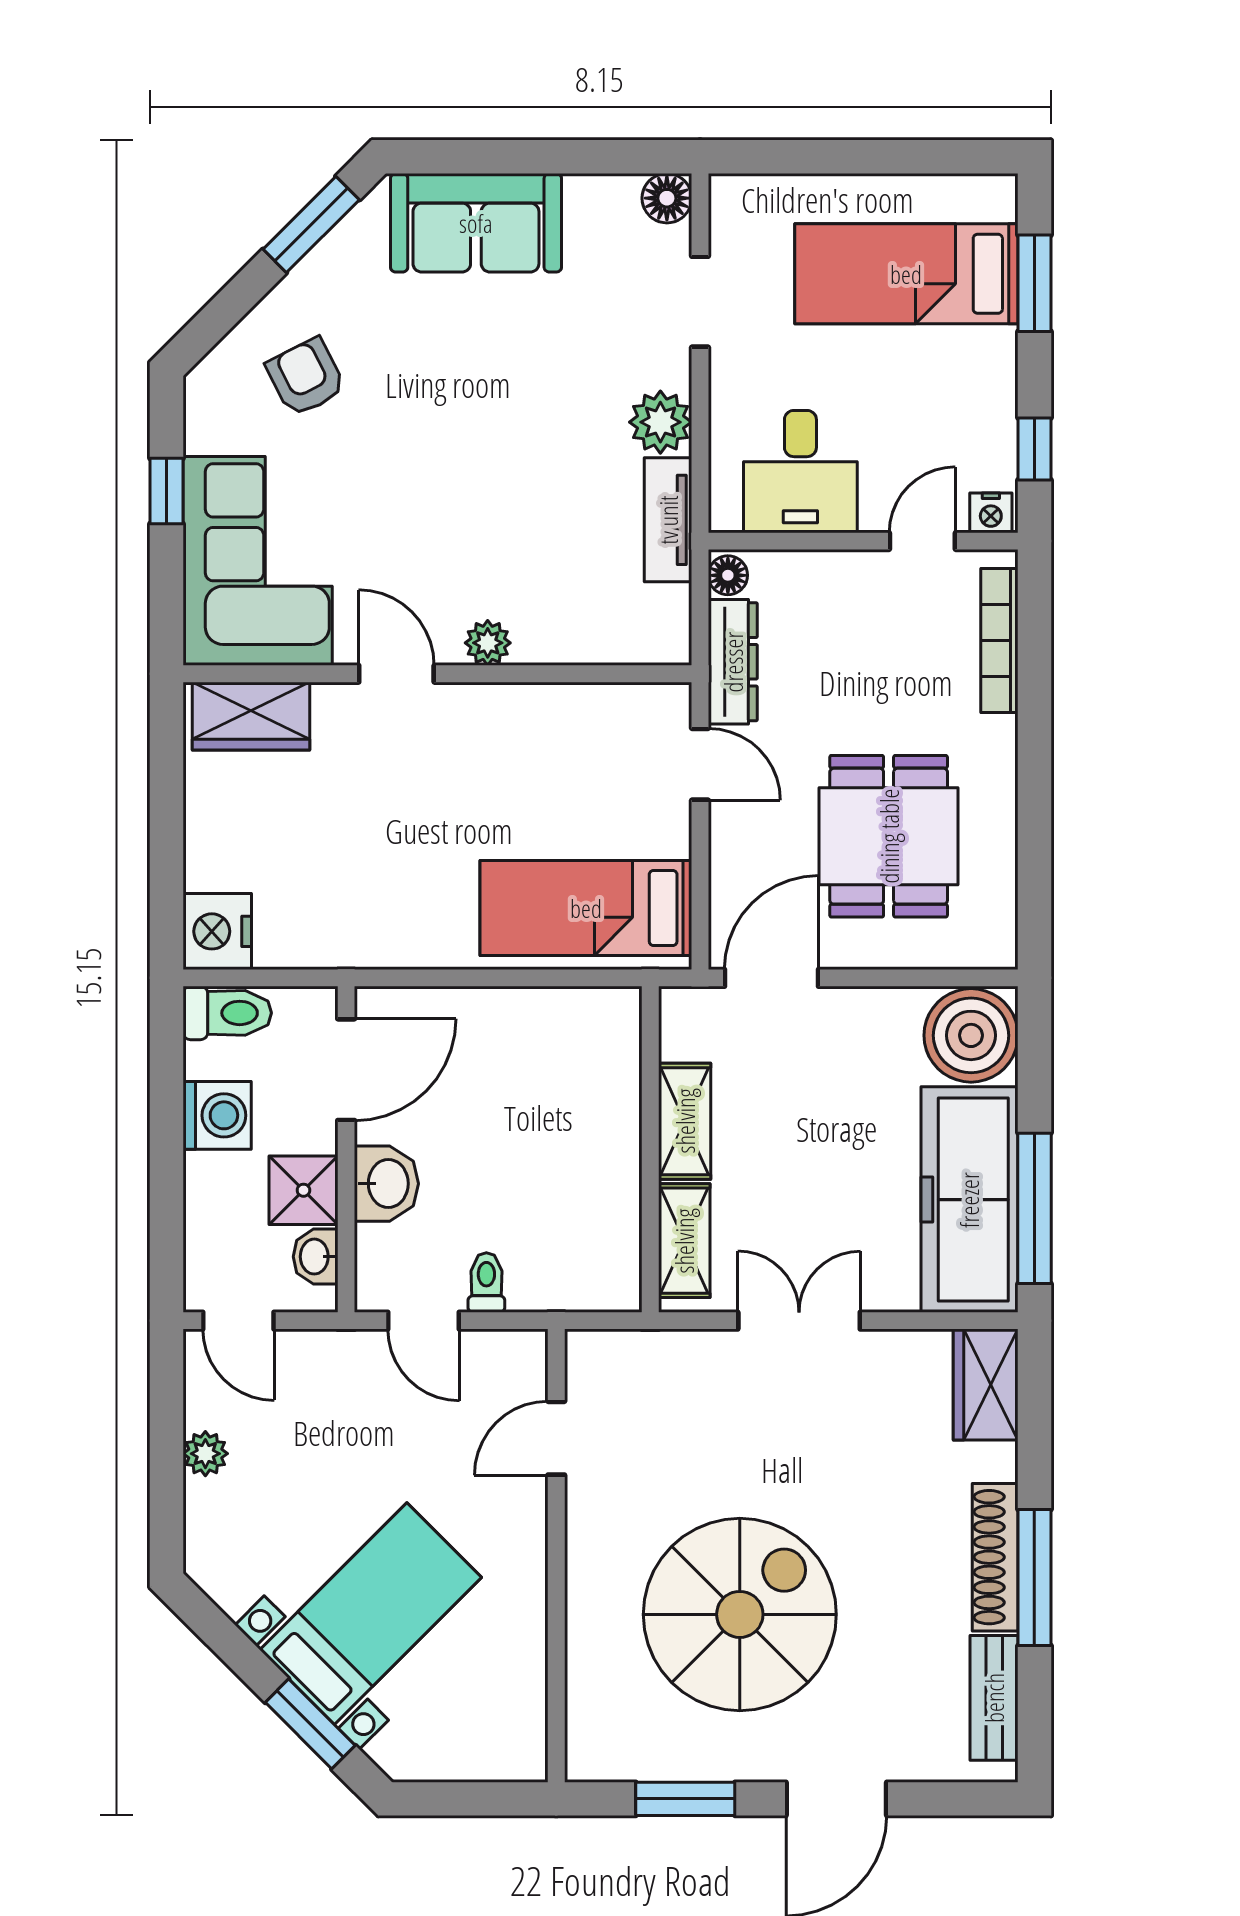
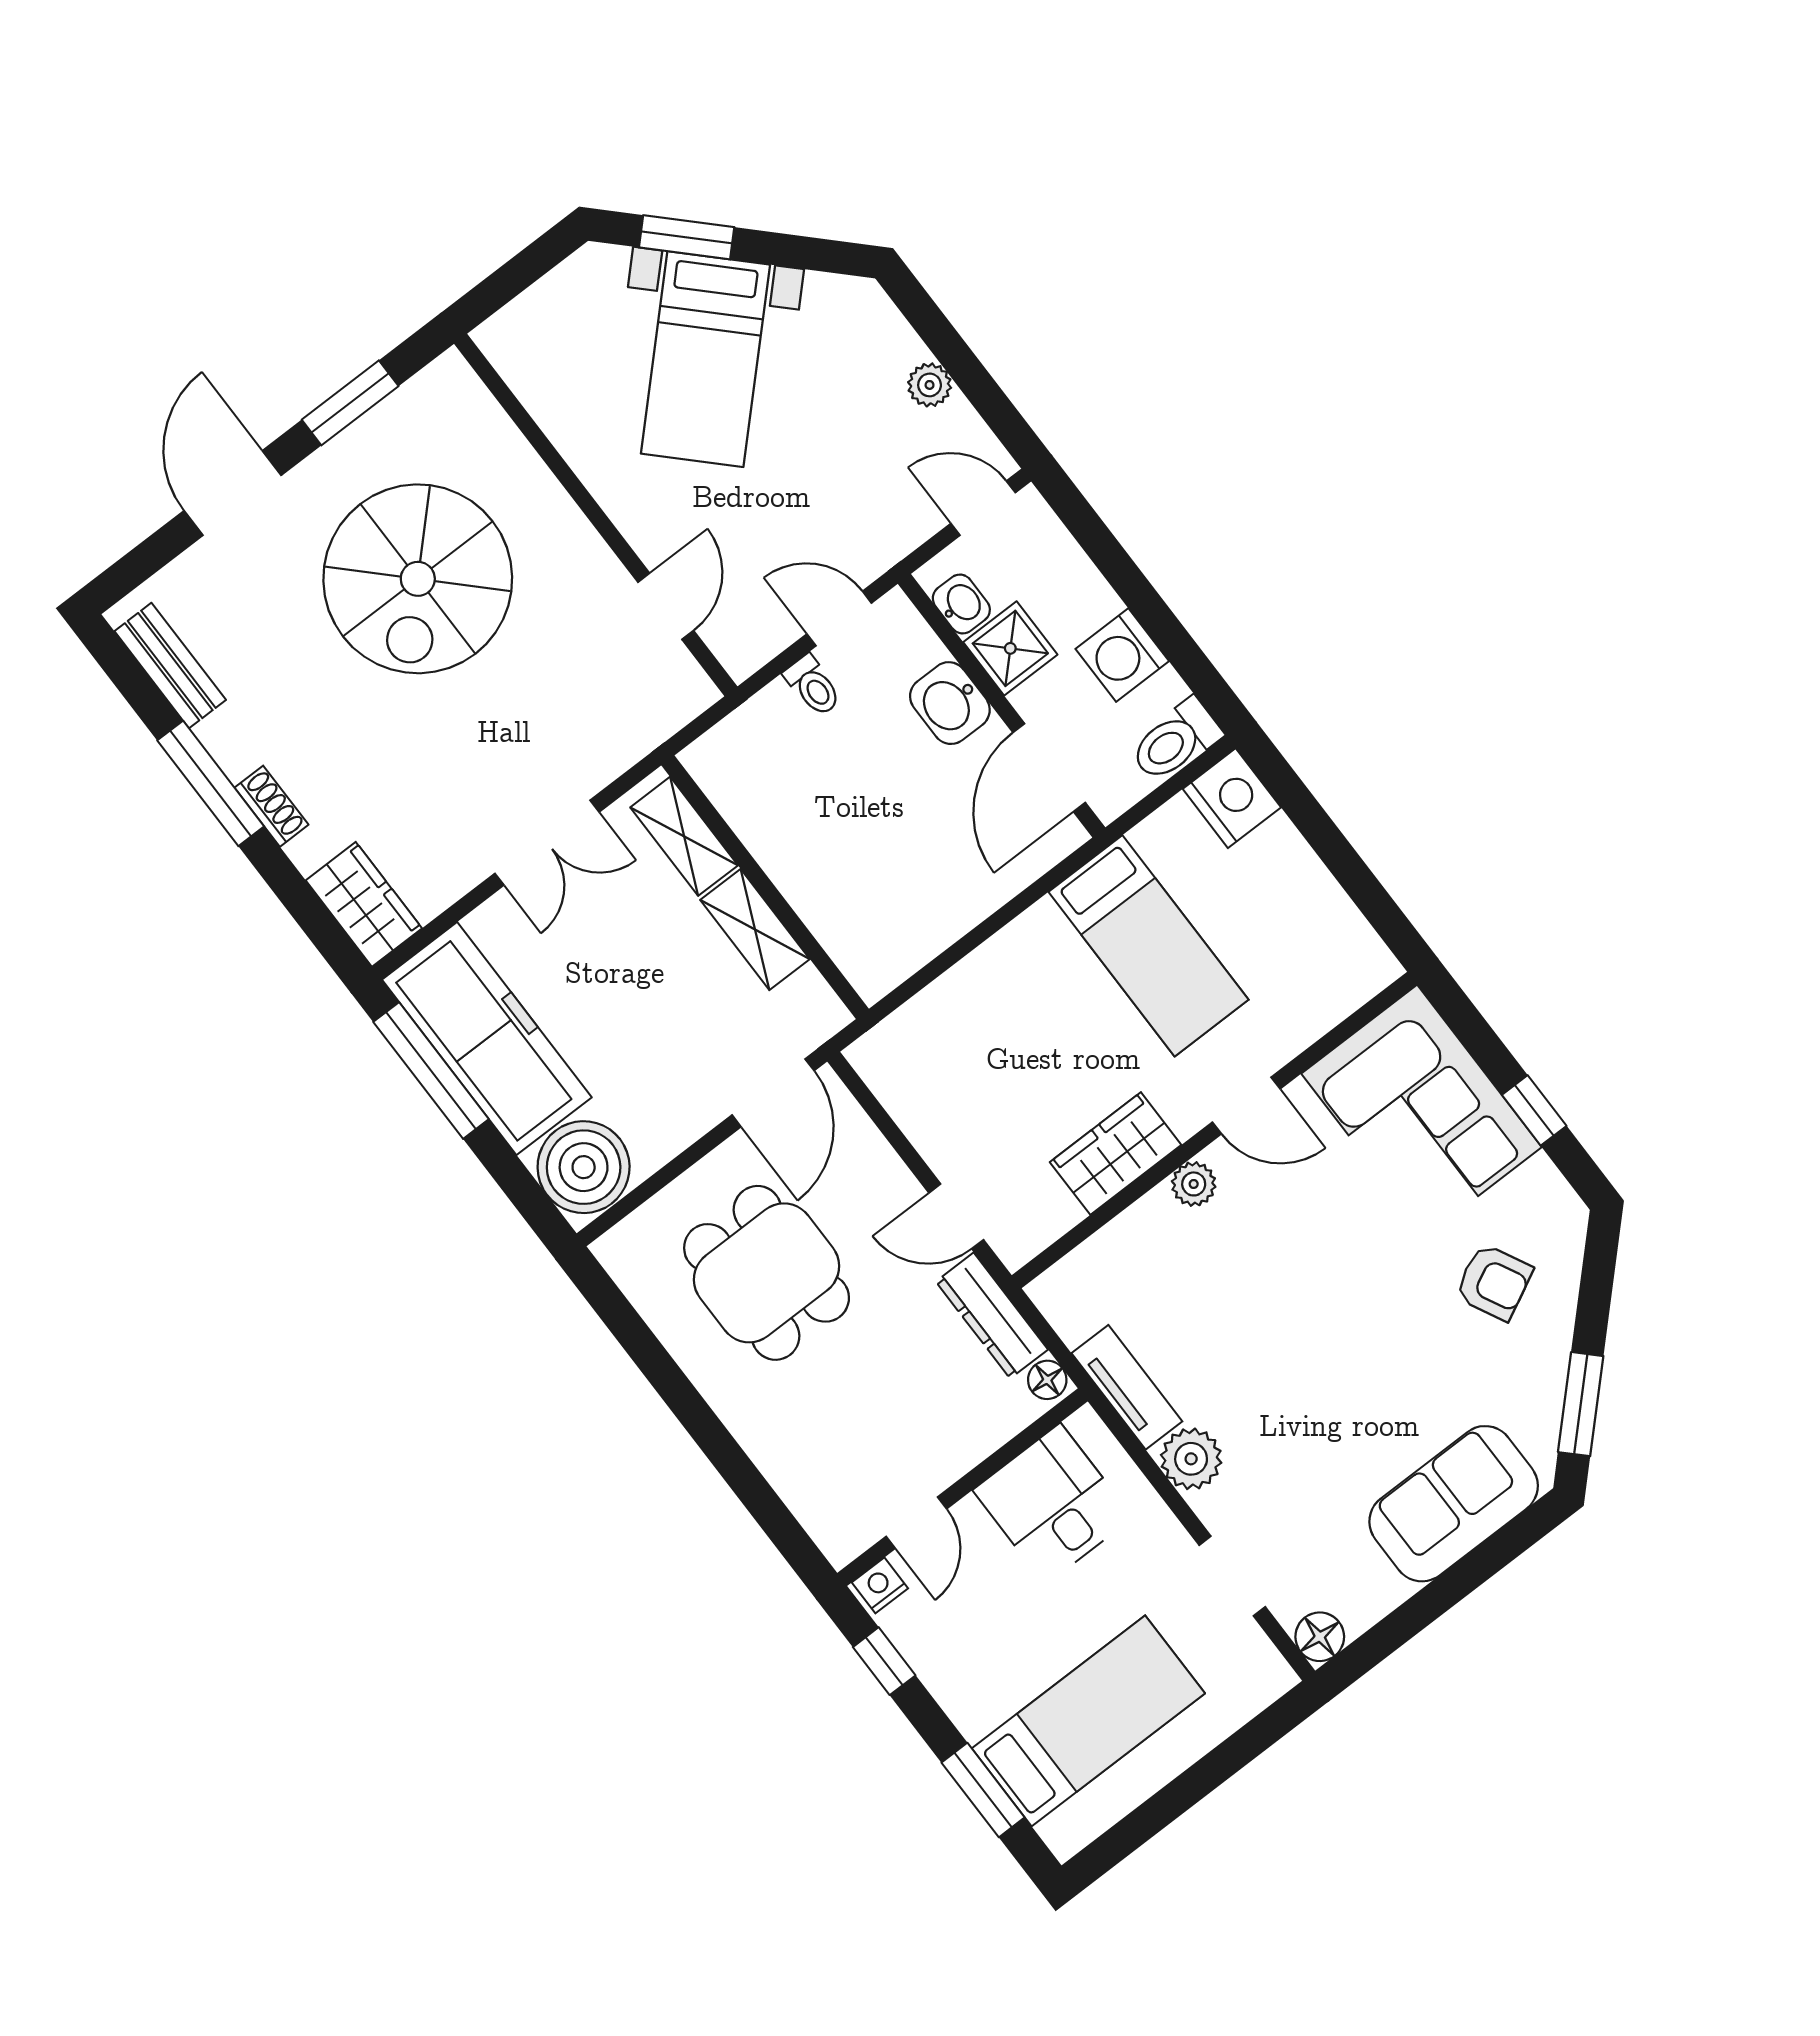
bookcase: (999, 640) -> (797, 1491), removed
wardrobe: (251, 716) -> (1116, 1154), moved
bed: (586, 908) -> (1148, 946), moved, turned 90
shoe rack: (995, 1557) -> (271, 806), width x0.51, depth x0.81

